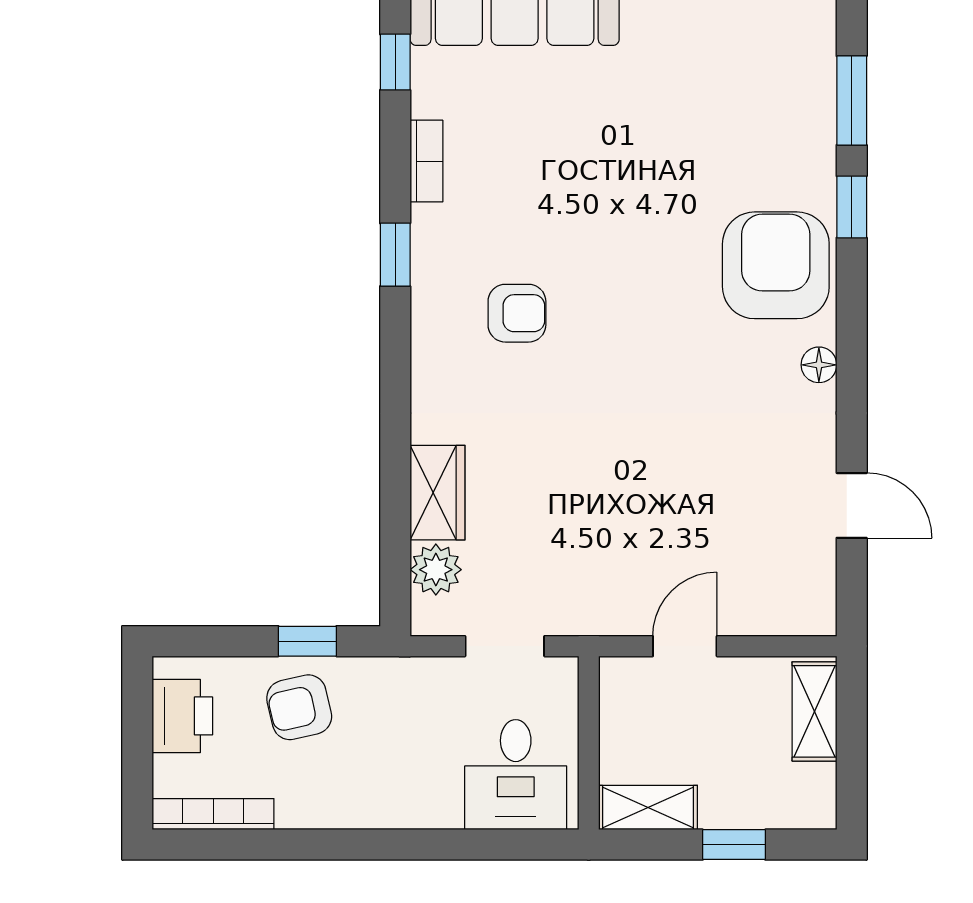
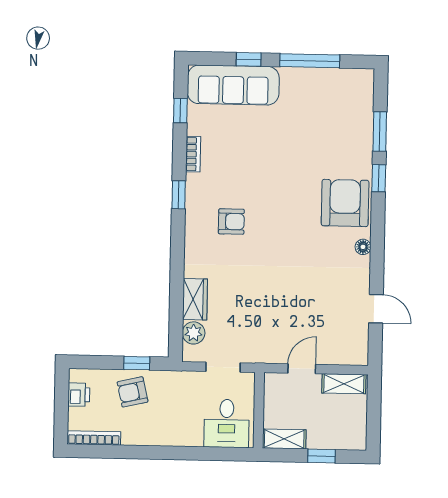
shelving: (814, 711) -> (344, 384), moved, turned 90
printer: (182, 716) -> (79, 395), width x0.73, depth x0.81

